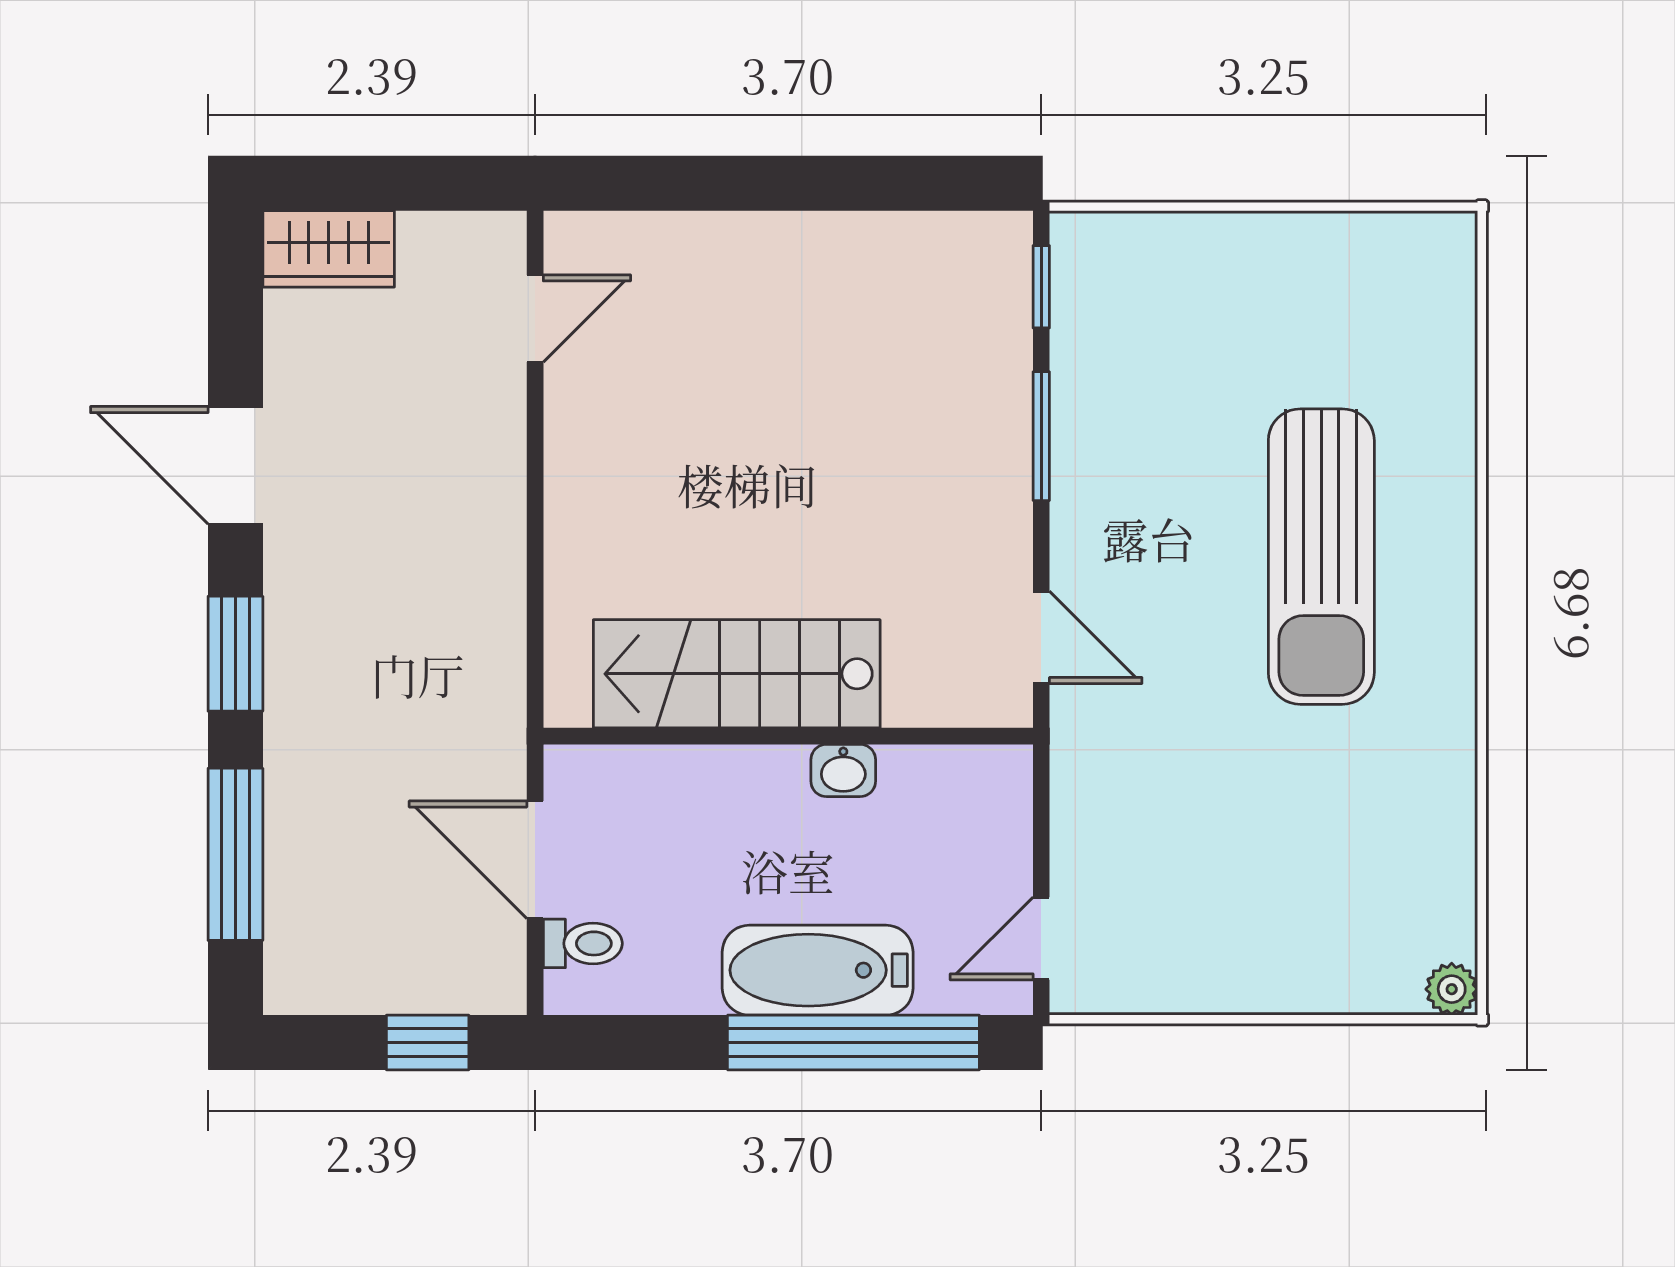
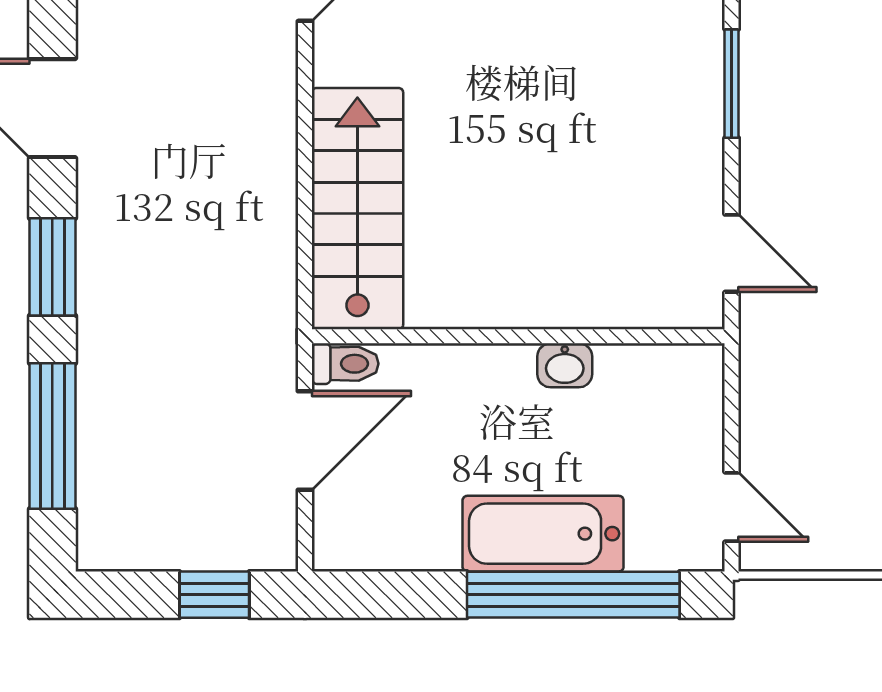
stairs: (737, 674) -> (357, 209), moved, turned 90
door: (535, 860) -> (305, 441), swing flipped
door: (1041, 939) -> (732, 507), swing flipped
toilet: (583, 943) -> (345, 364), moved

